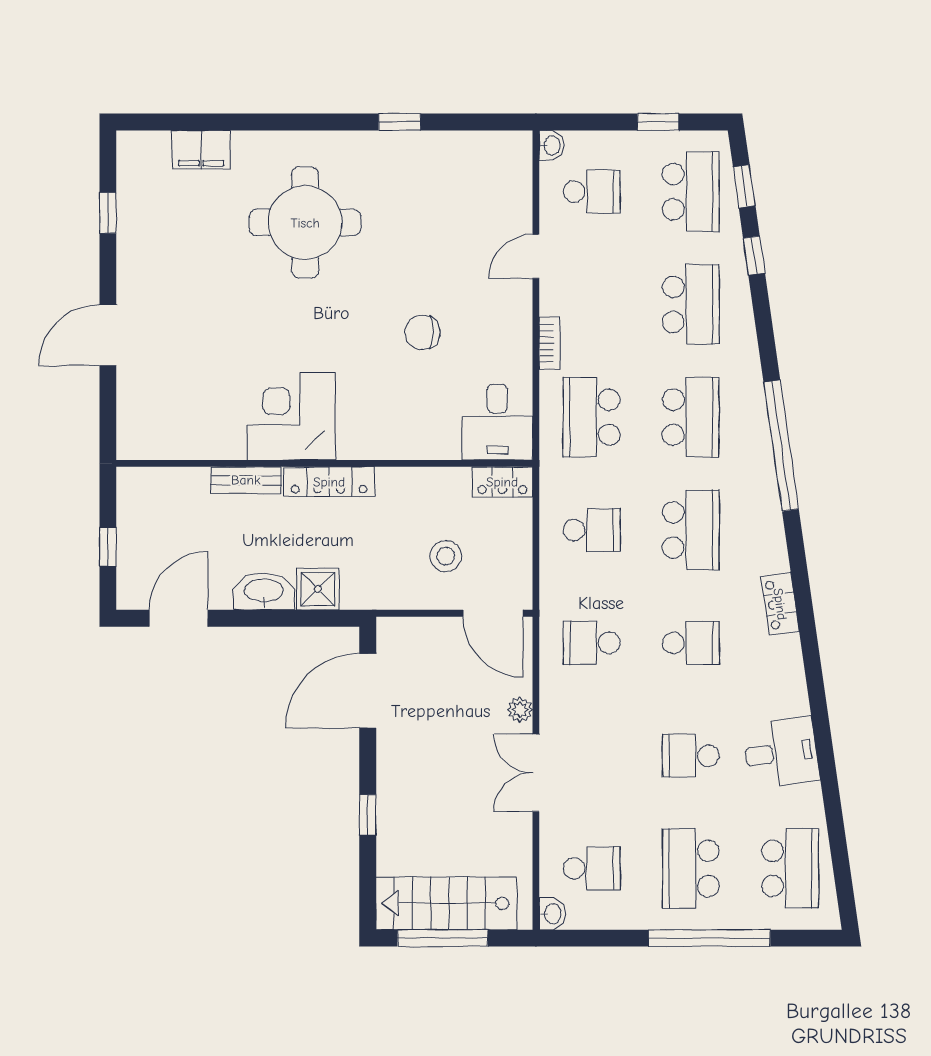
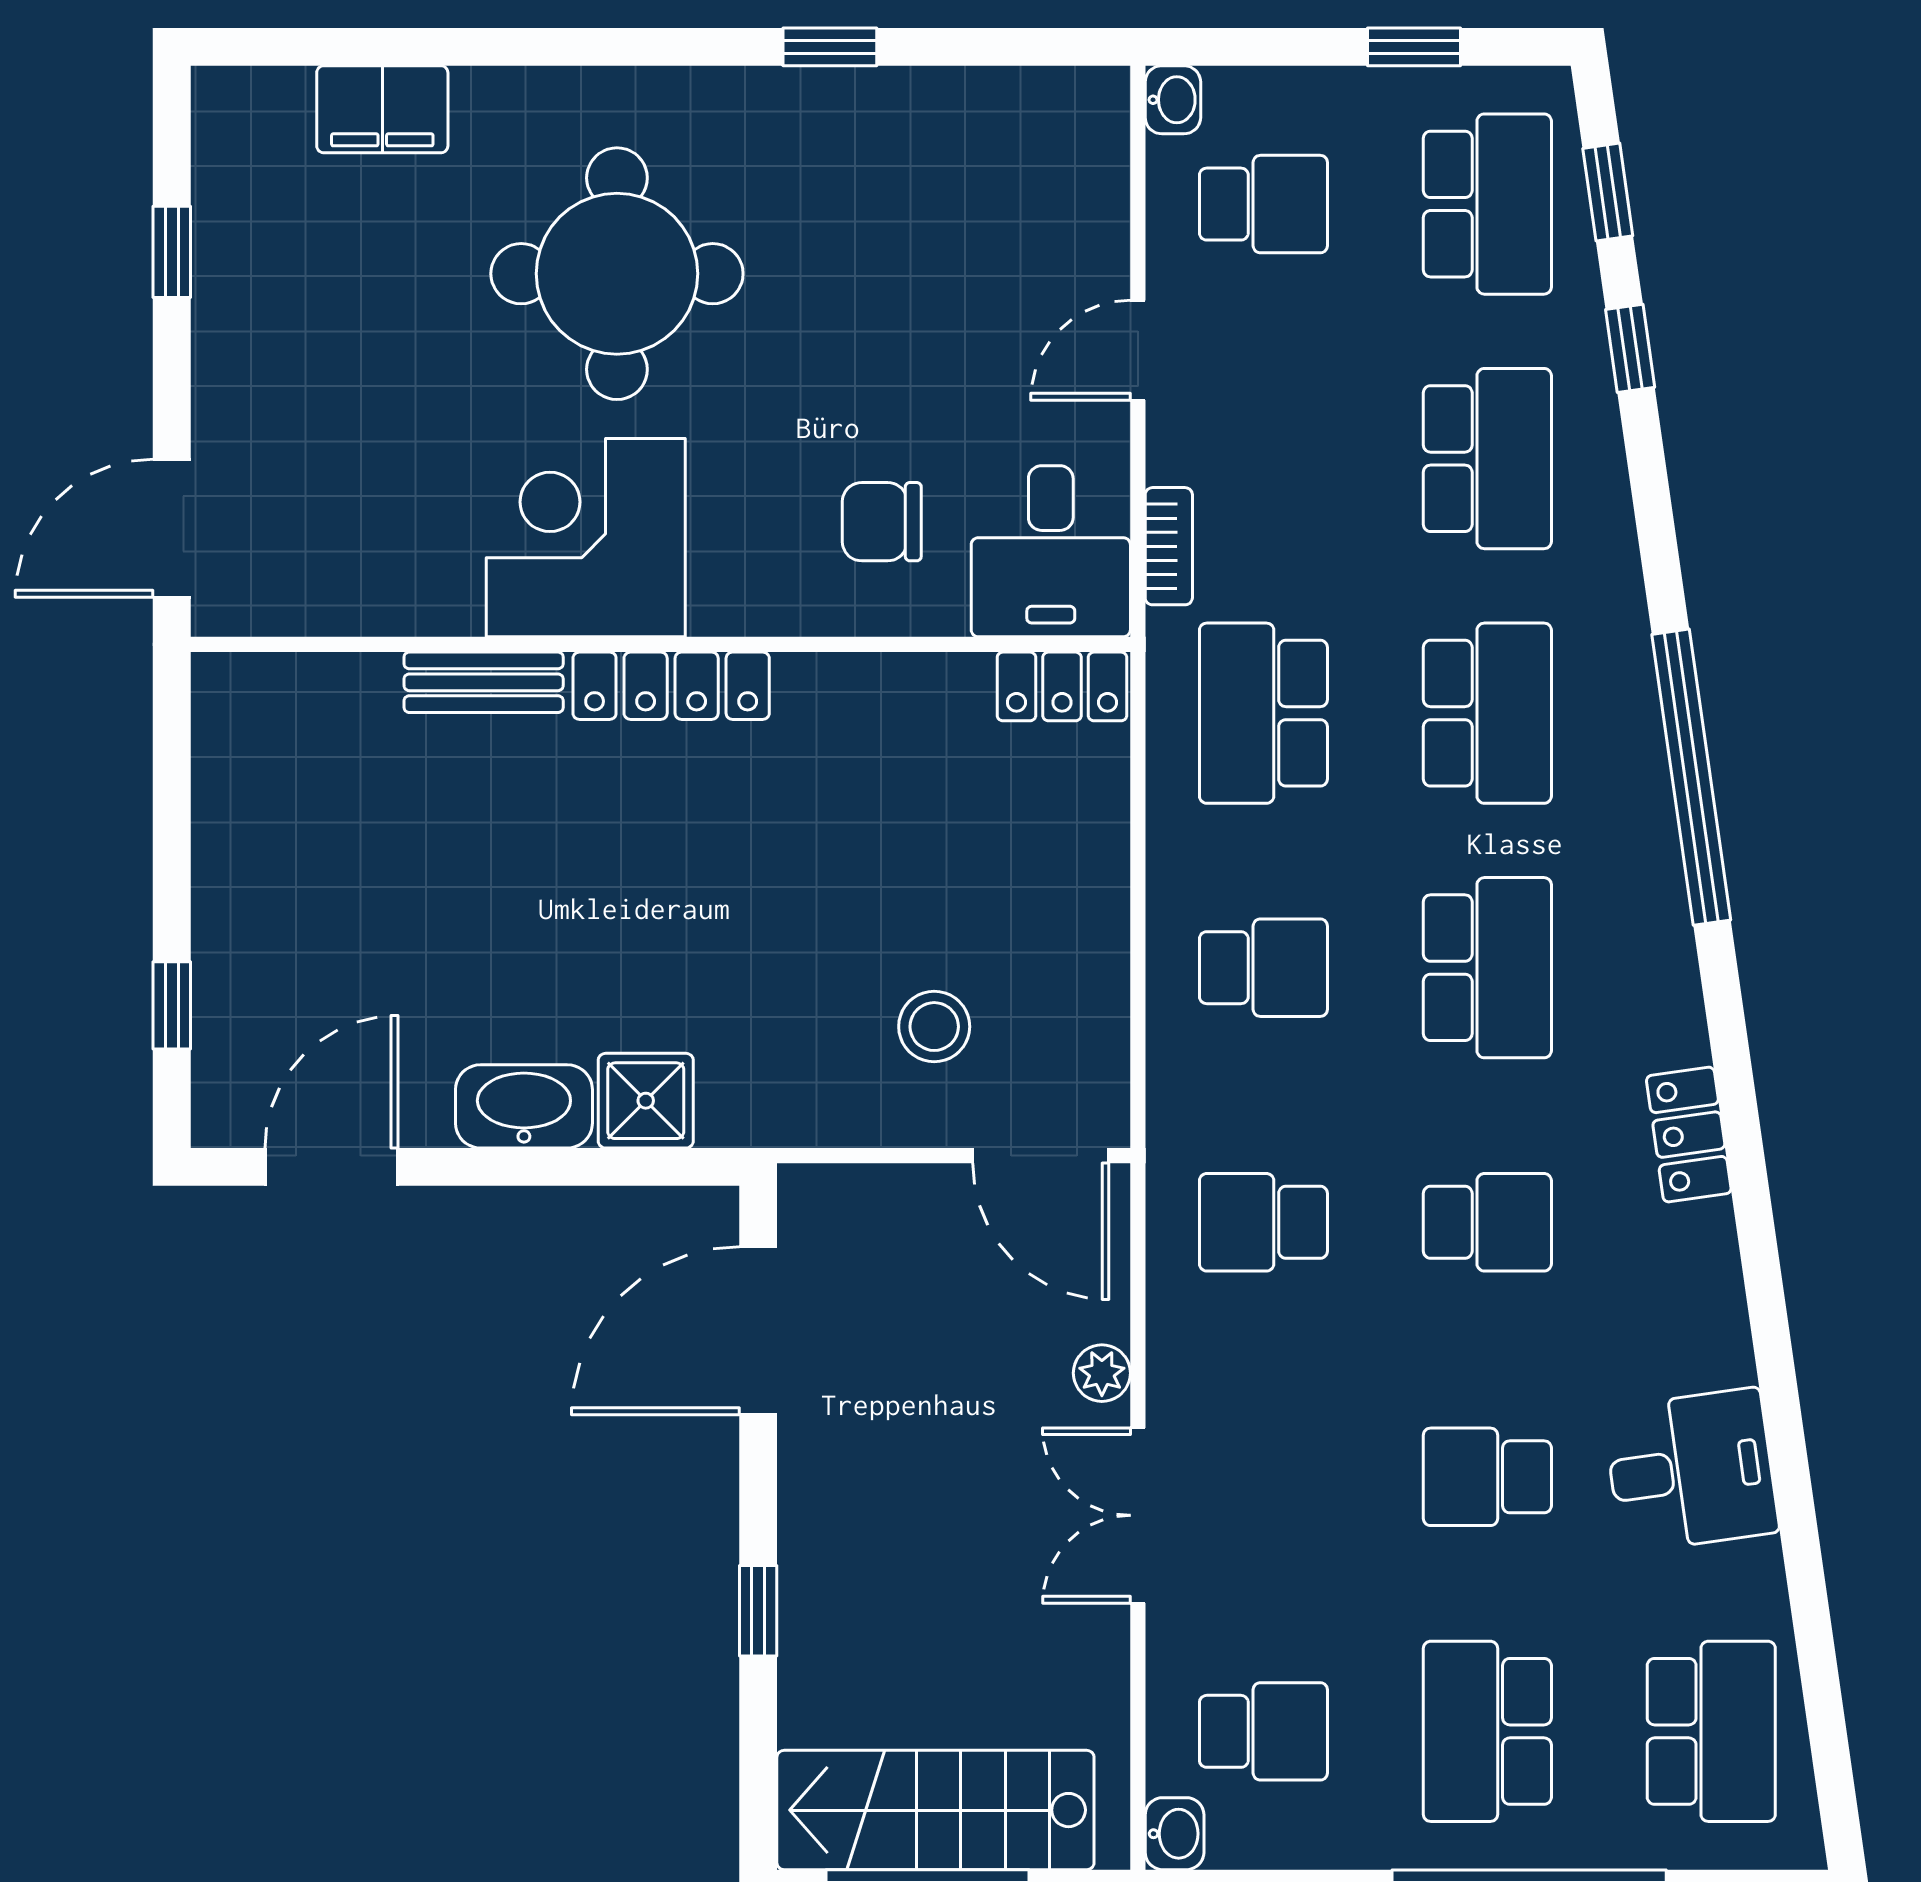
corner desk: (291, 416) -> (586, 538), moved
desk: (497, 422) -> (1051, 551), moved
wall: (324, 463) -> (660, 644), moved
bench: (246, 480) -> (484, 682), moved
locker: (329, 482) -> (671, 686), moved
locker: (502, 482) -> (1062, 686), moved

